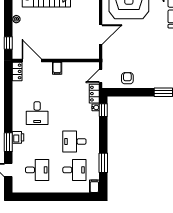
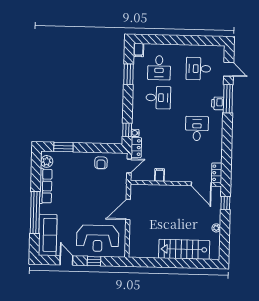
filing cabinet: (57, 68) -> (159, 175), moved
window: (8, 142) -> (228, 99), width x1.44
desk: (74, 170) -> (159, 68), turned -90

